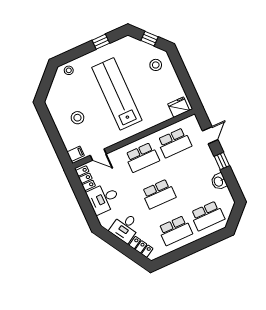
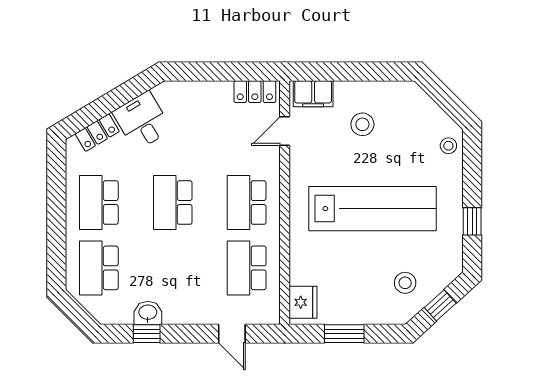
stool: (156, 65) -> (405, 283), moved
window: (185, 80) -> (344, 334), added
filing cabinet: (76, 154) -> (313, 94), width x2.00
window: (222, 161) -> (147, 334), moved
desk: (103, 198) -> (207, 106), removed

